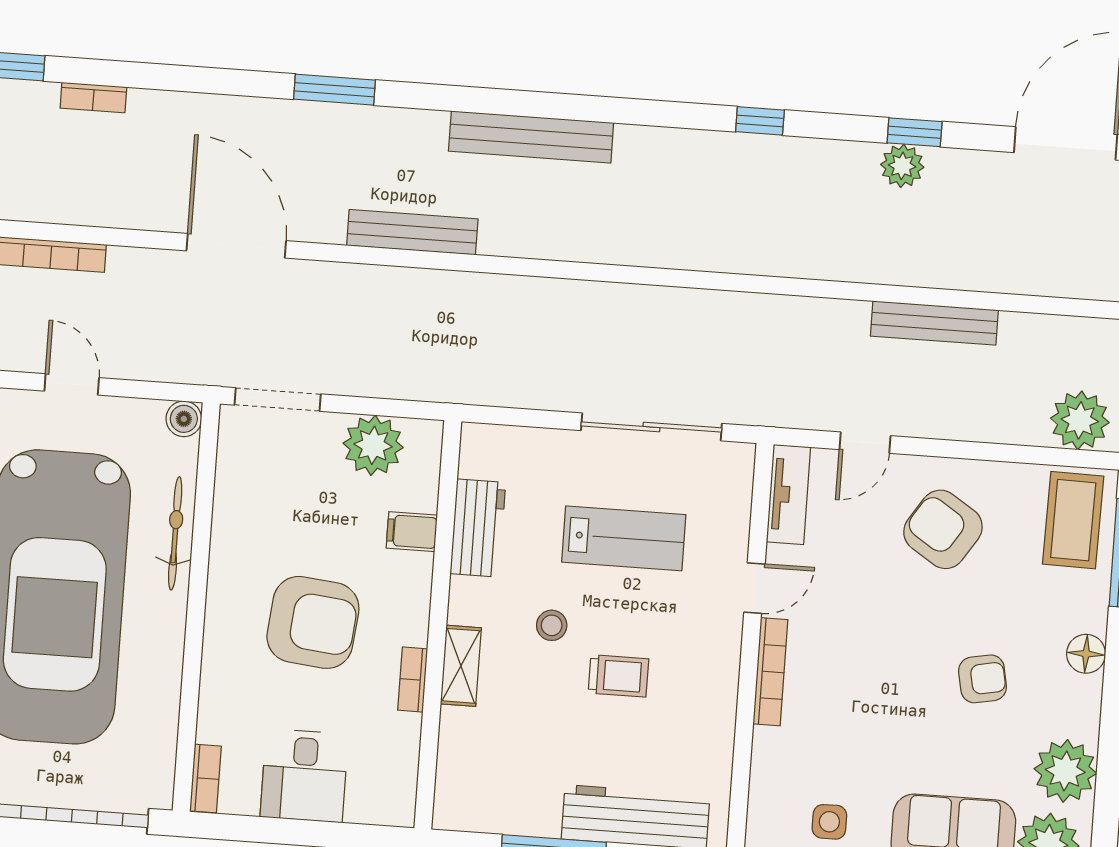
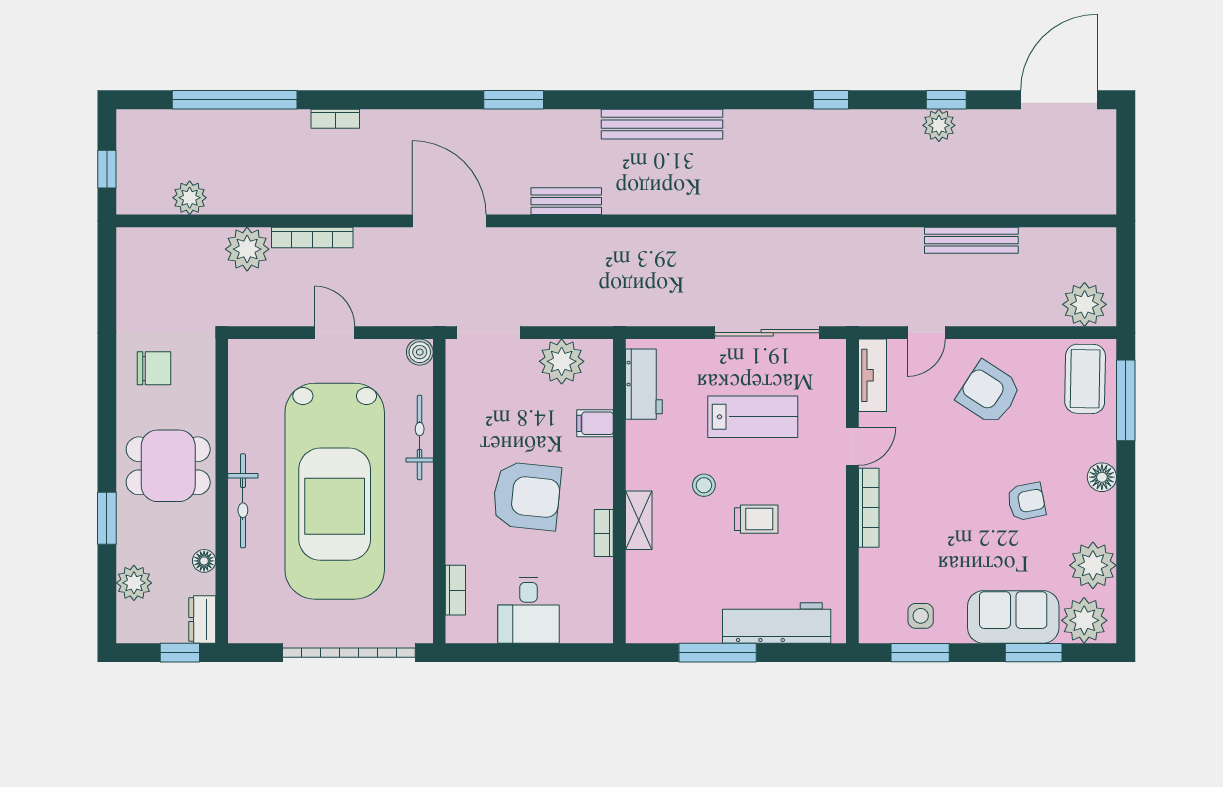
bench: (412, 232) -> (566, 201), width x0.73
workbench: (478, 528) -> (644, 384), moved
bookcase: (205, 778) -> (455, 590), moved

